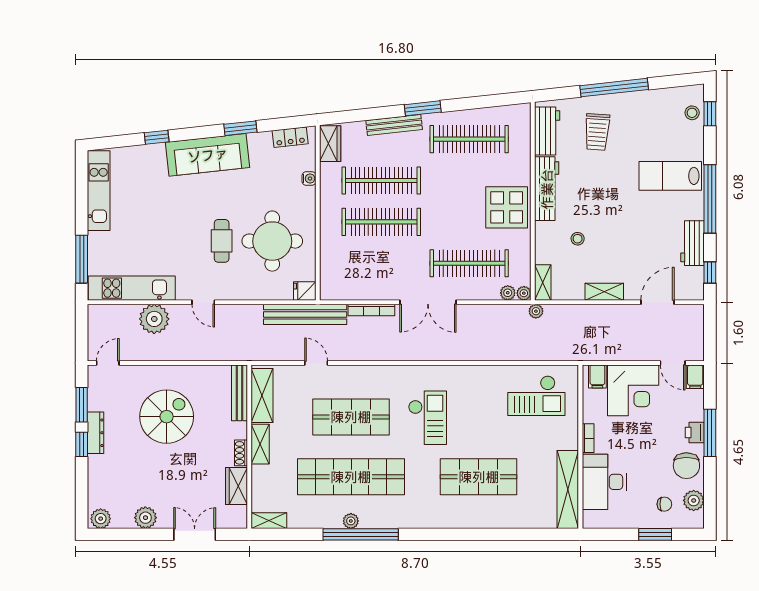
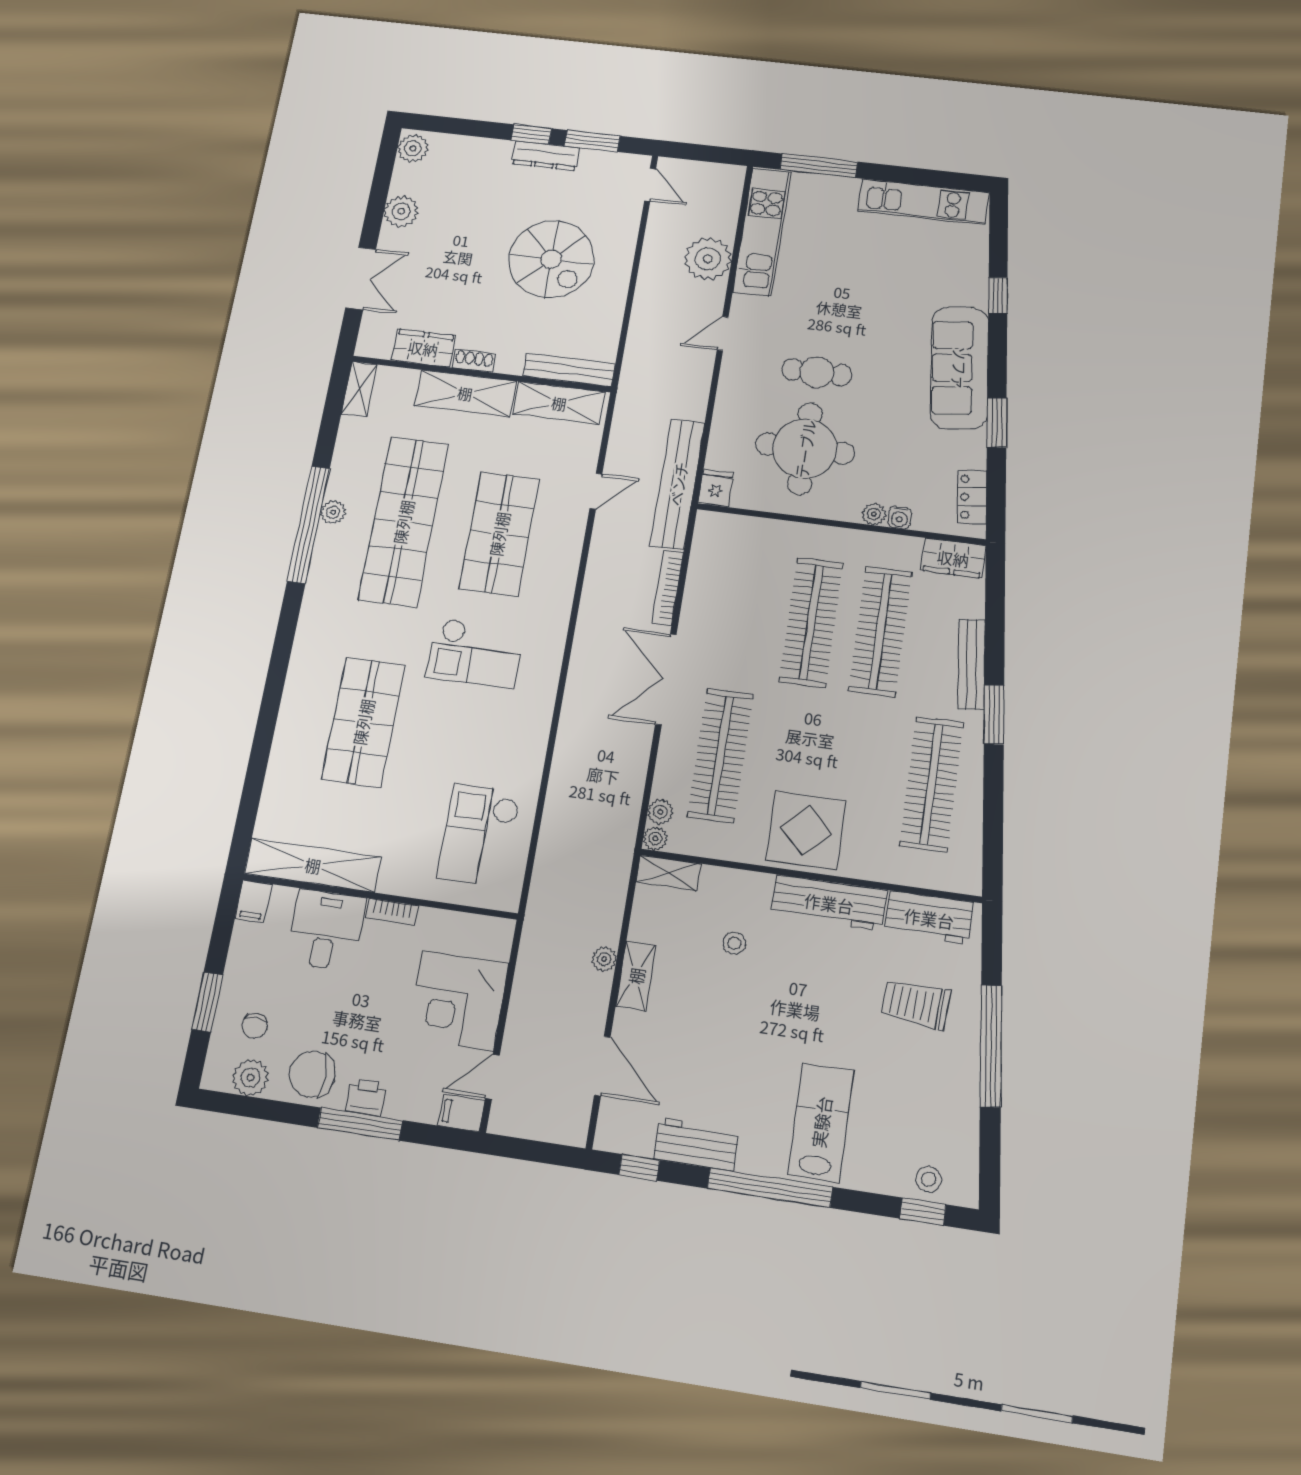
plant: (309, 194) -> (874, 514), added
plant: (536, 311) -> (604, 959), moved
filing cabinet: (597, 377) -> (253, 902), moved, turned -90
shelving: (260, 444) -> (465, 393), width x1.50, depth x1.33
desk: (604, 482) -> (326, 930), width x0.73

